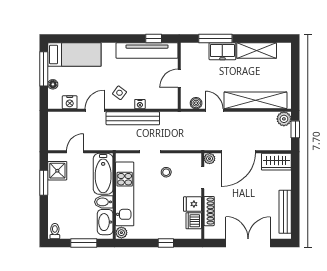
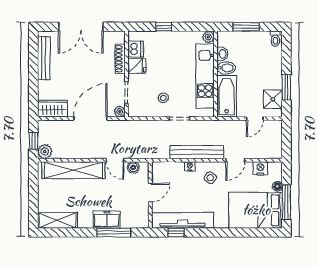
shelving: (257, 50) -> (57, 220), moved
bed: (74, 55) -> (256, 210), width x1.50
washbasin: (105, 222) -> (222, 54), width x0.52, depth x0.69

